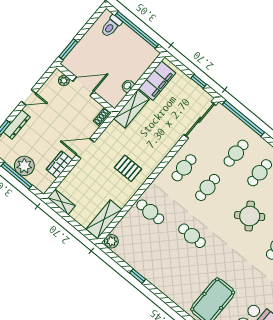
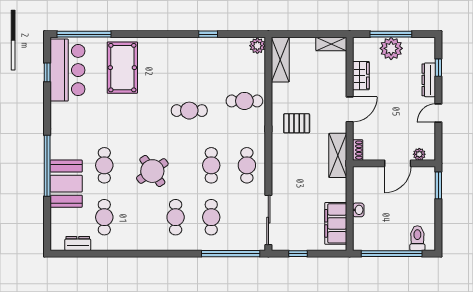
washbasin: (128, 86) -> (358, 210), moved
shelving: (131, 109) -> (338, 155), moved

